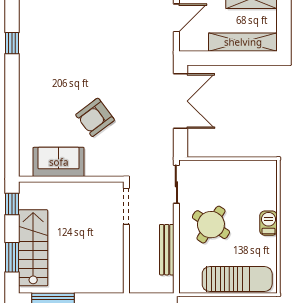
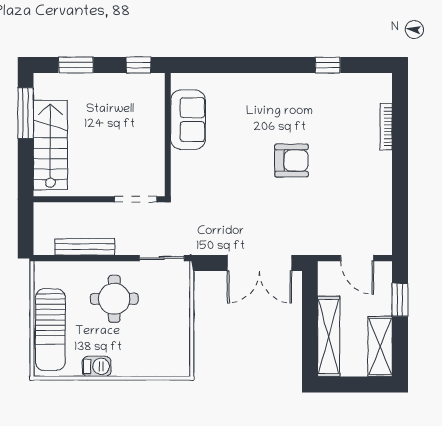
armchair: (95, 117) -> (291, 161), moved, turned 127
barbecue: (269, 223) -> (96, 366), moved
round table: (211, 225) -> (114, 299), turned -33
stairs: (33, 248) -> (50, 145), moved, turned -90

